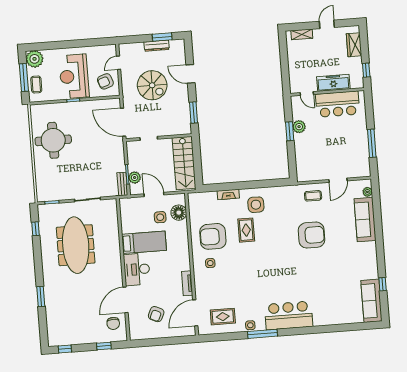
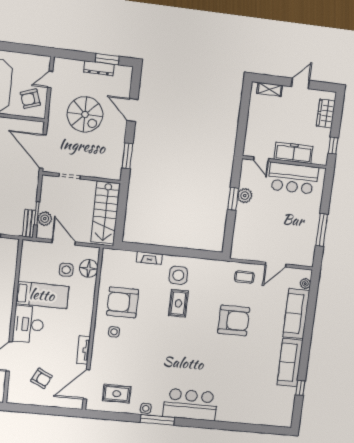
rug: (246, 230) -> (178, 303), moved
sofa: (371, 301) -> (290, 362), moved
armchair: (156, 314) -> (41, 378), turned -88

